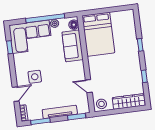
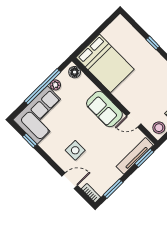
sofa: (73, 46) -> (104, 109), moved
door: (16, 94) -> (70, 181), hinge flipped
tv unit: (60, 112) -> (135, 156), moved

